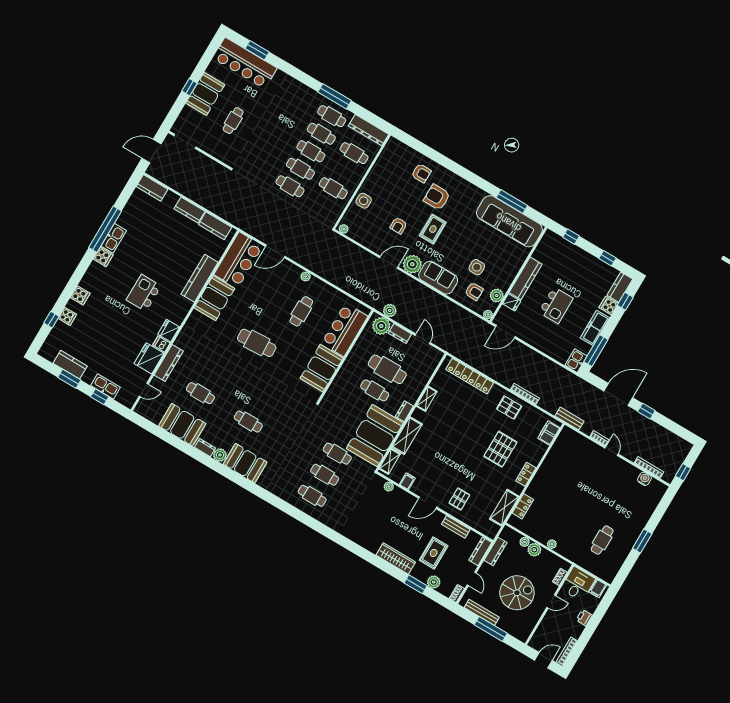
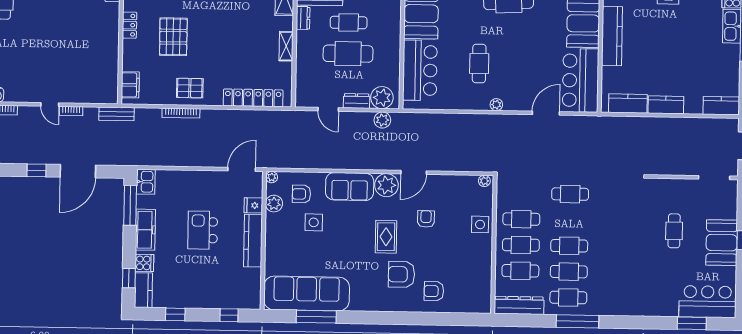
bar counter: (245, 63) -> (708, 302), width x0.73
cafe table: (300, 169) -> (521, 245), moved
armchair: (437, 197) -> (401, 274), turned 180

